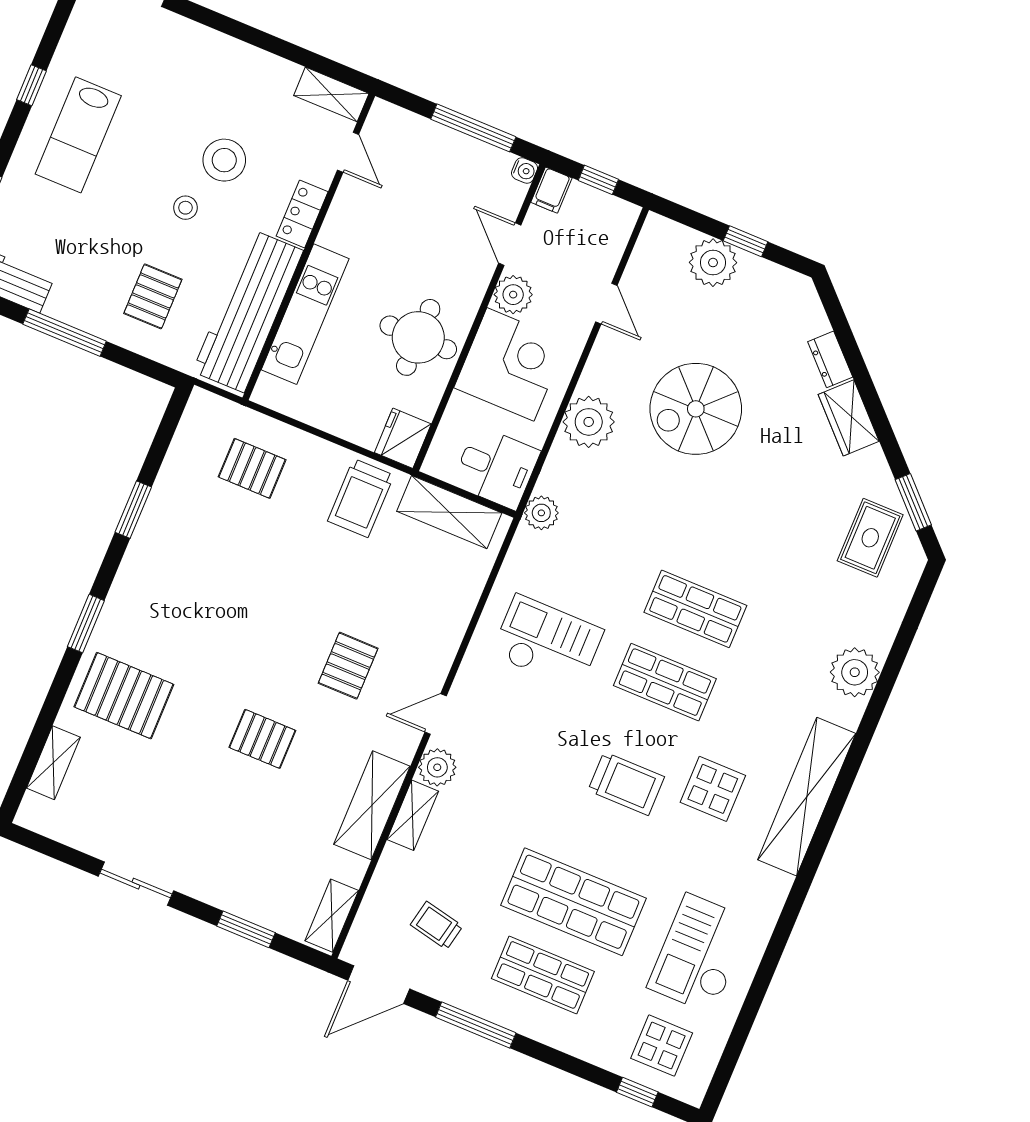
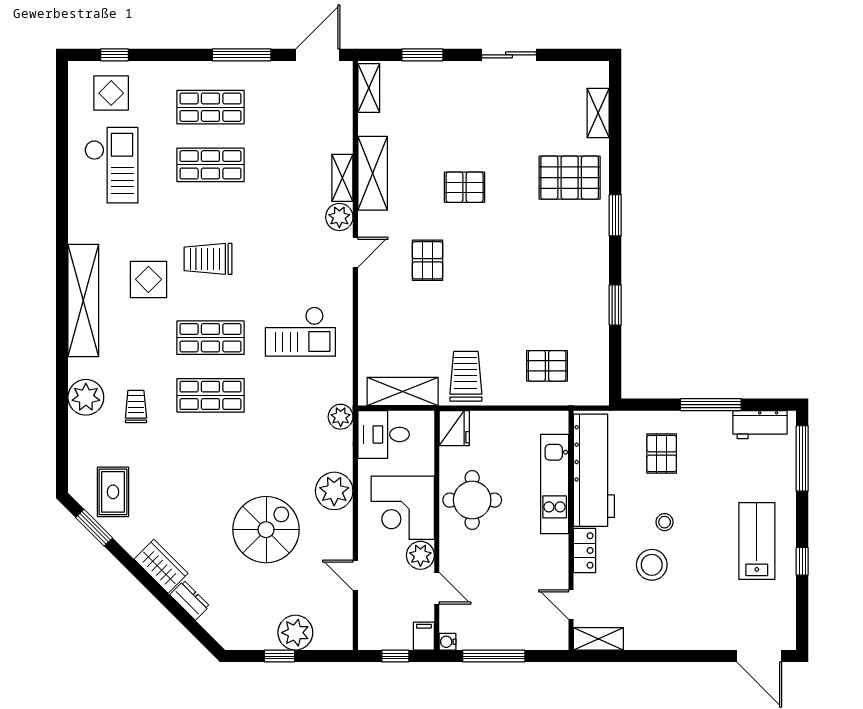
shop shelf: (573, 902) -> (210, 165), width x0.70, depth x0.74
trolley: (437, 925) -> (136, 407), moved, turned -102

